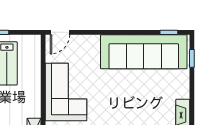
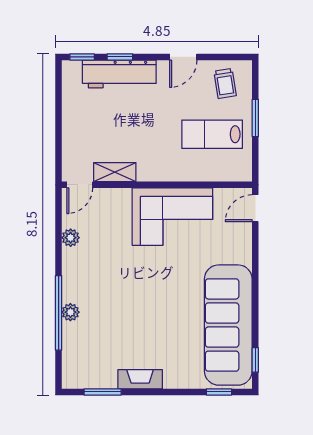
door: (60, 32) -> (255, 208), hinge flipped

